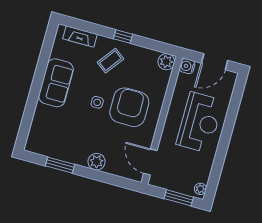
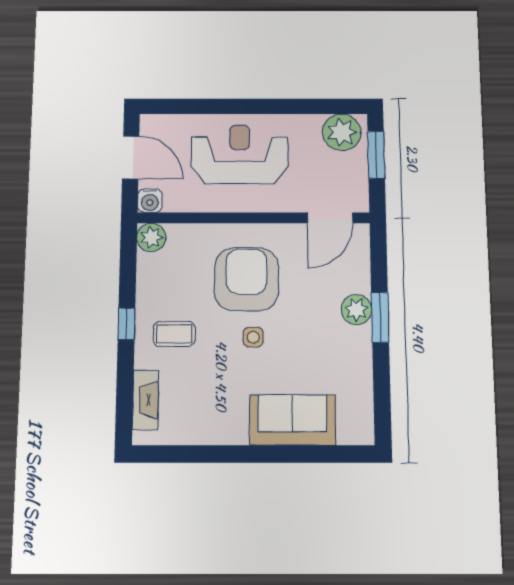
coffee table: (110, 61) -> (174, 334), turned -37
sofa: (56, 83) -> (293, 420), moved
armchair: (129, 107) -> (246, 279), turned 90
window: (60, 165) -> (380, 317), moved
plant: (200, 189) -> (342, 132), width x1.87, depth x1.87

